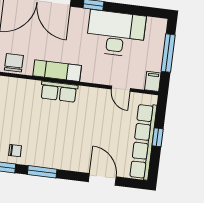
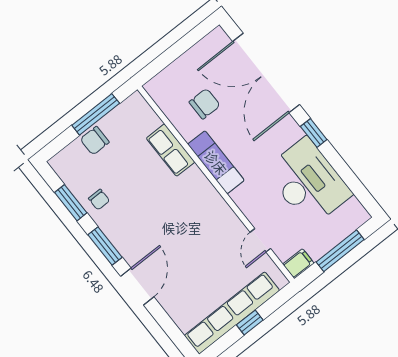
chair: (14, 63) -> (205, 104), moved
row of seats: (59, 92) -> (171, 150), moved
door: (102, 179) -> (137, 287), moved

